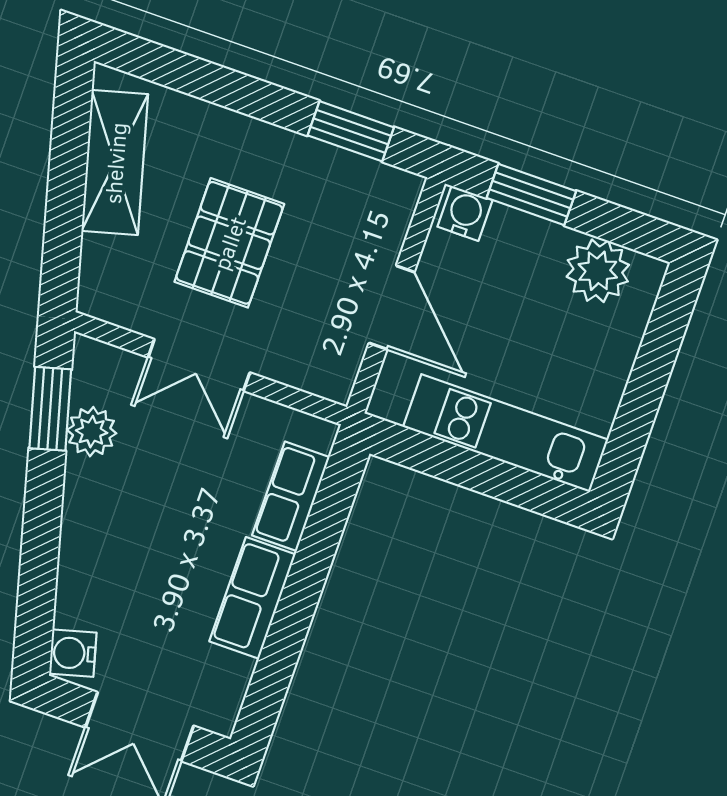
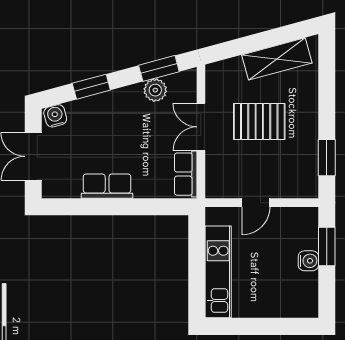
water cooler: (465, 213) -> (308, 261), moved
plant: (598, 271) -> (304, 287), removed
door: (392, 307) -> (256, 203), width x0.73
row of seats: (291, 496) -> (186, 174), moved, turned -90
window: (39, 559) -> (91, 87), added

